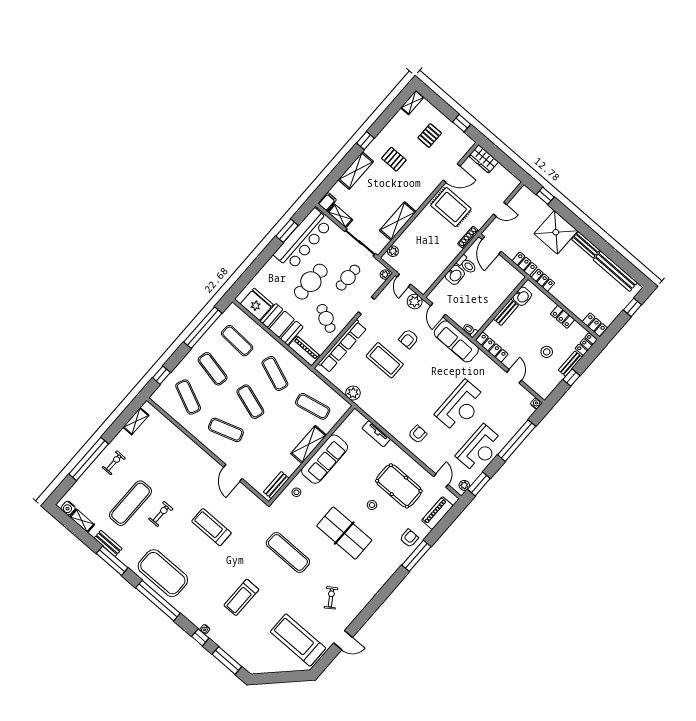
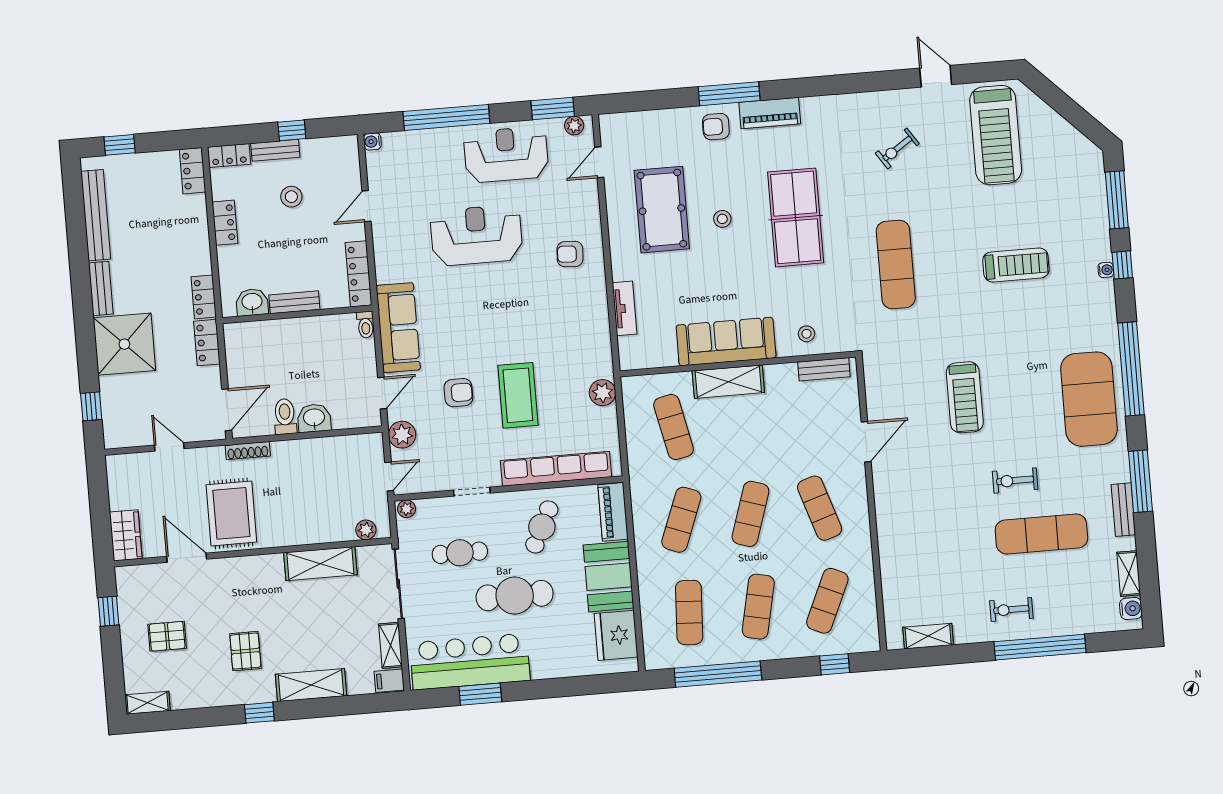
piano: (437, 513) -> (770, 113), moved

